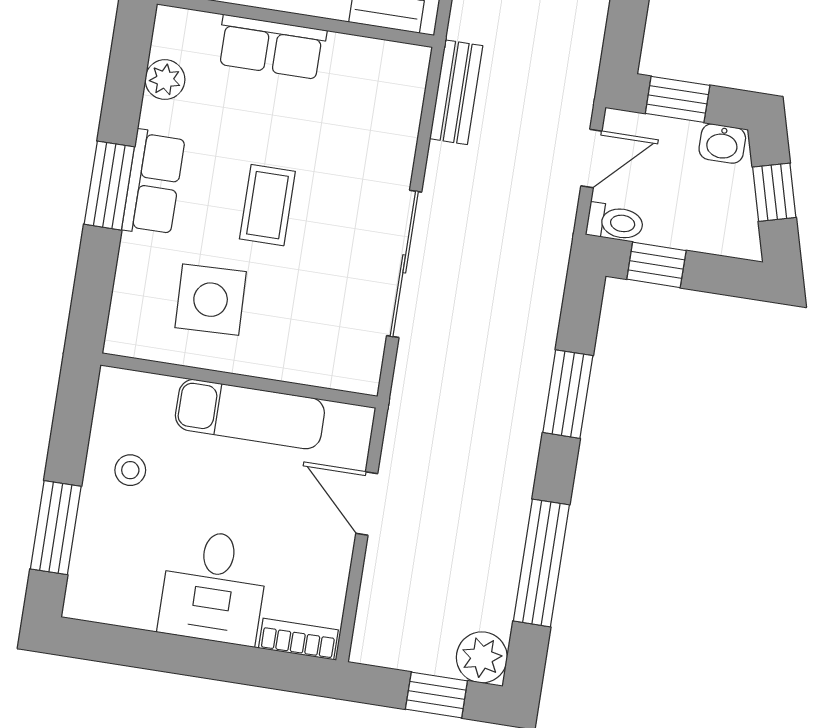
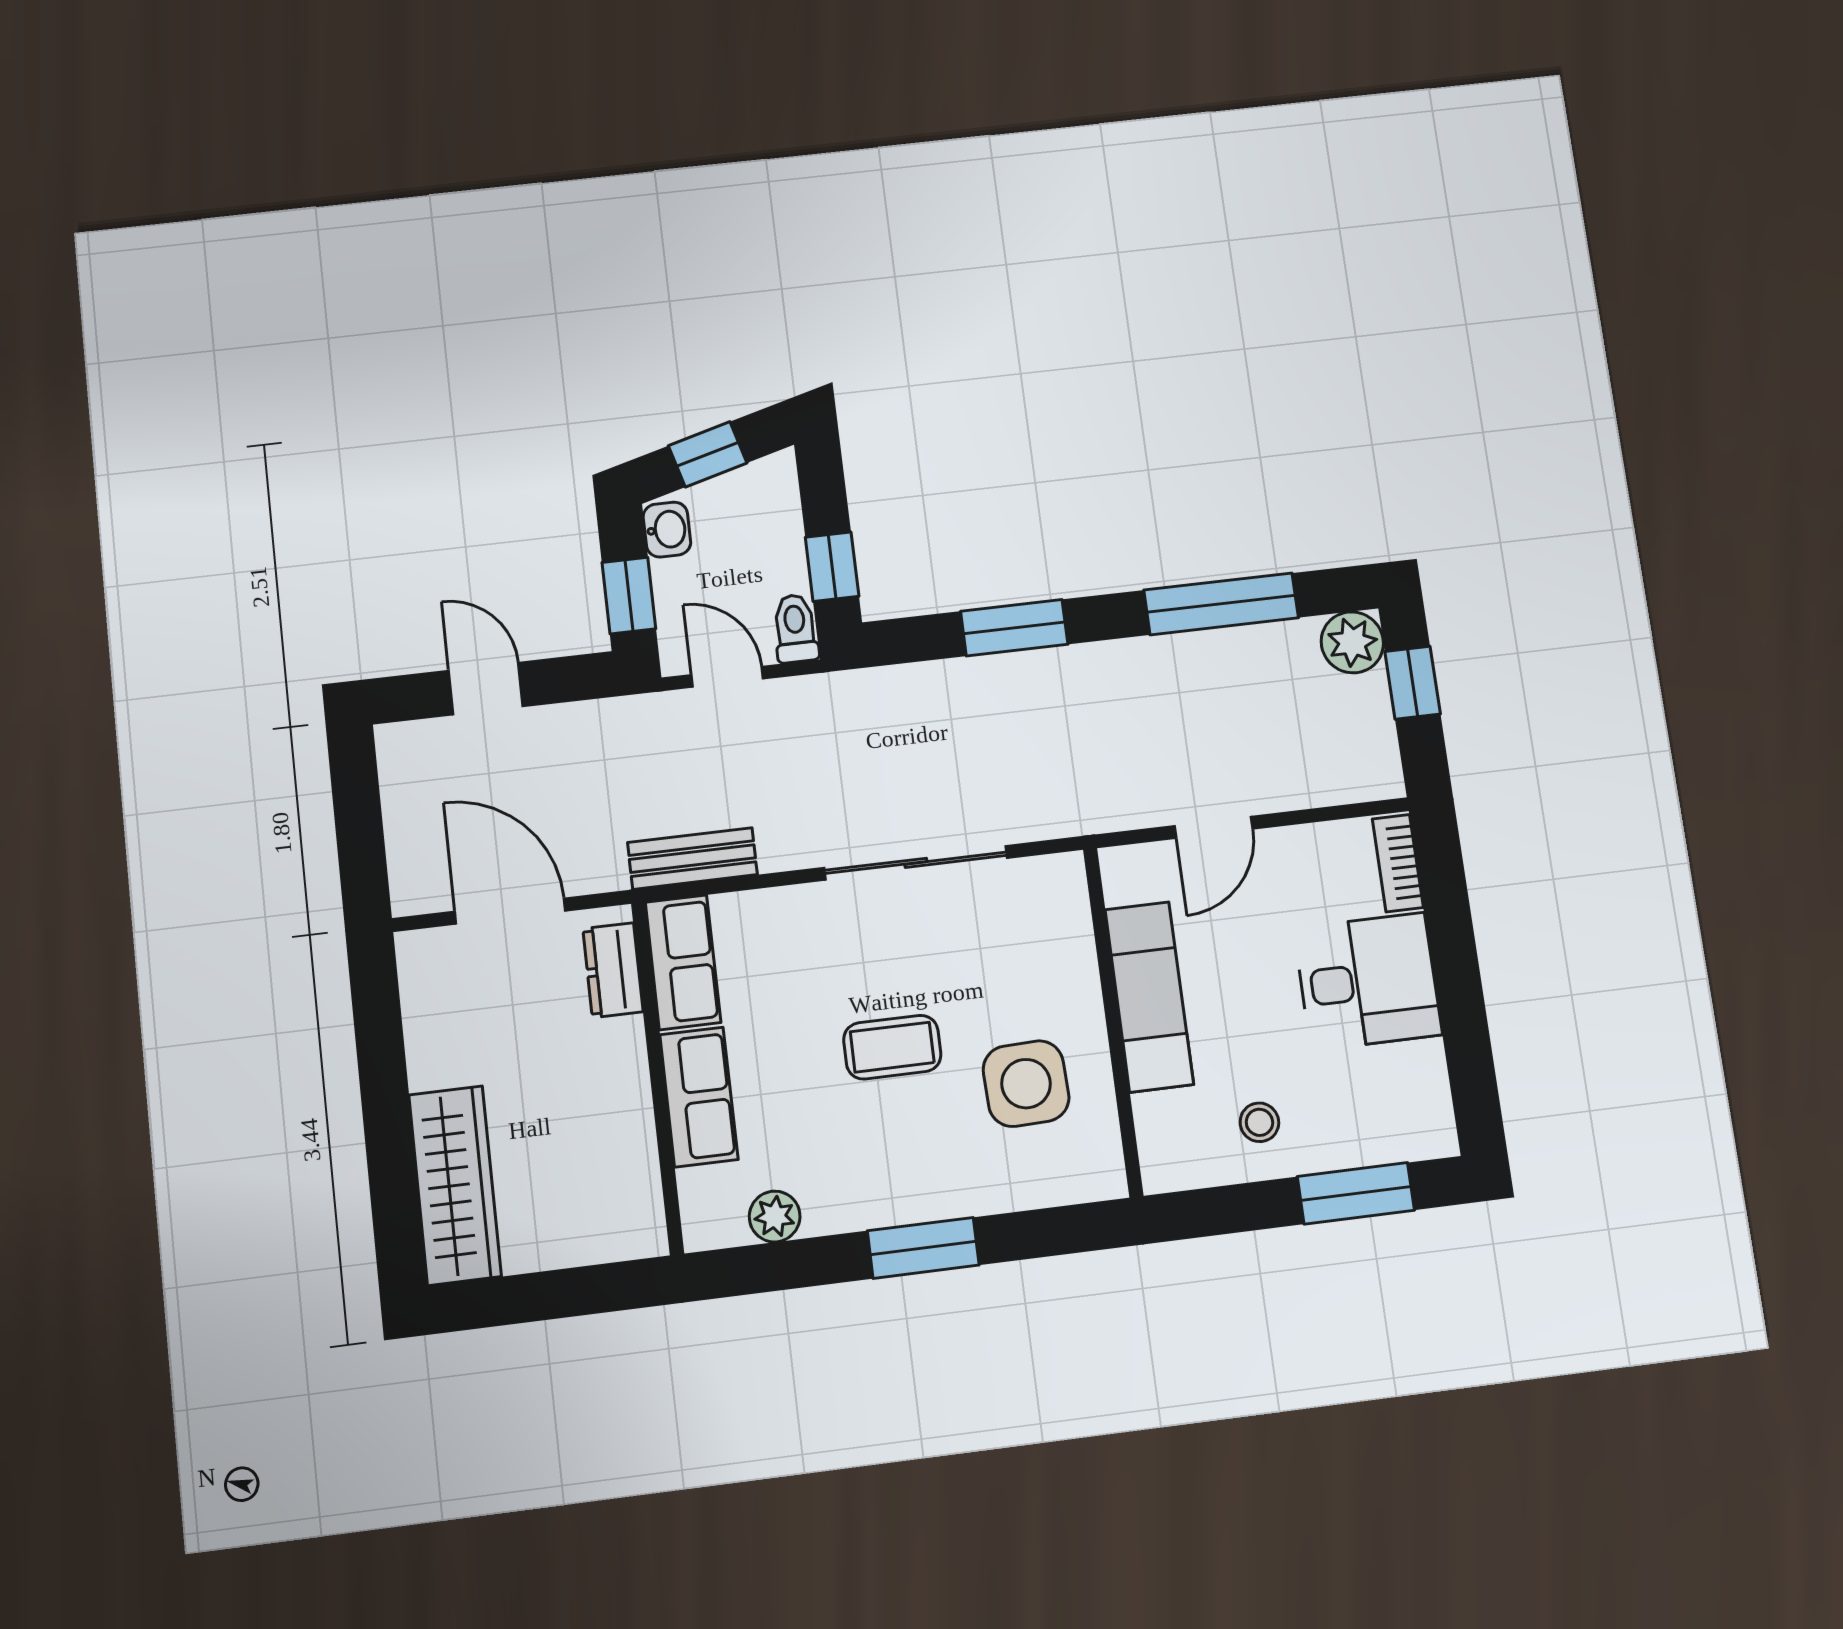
row of seats: (154, 183) -> (683, 962), moved, turned 90

